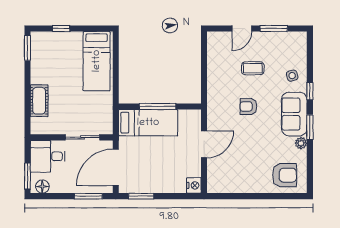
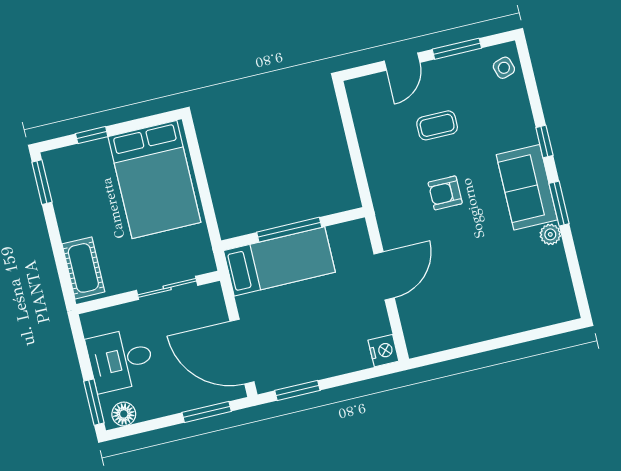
bed: (97, 61) -> (154, 179), width x1.50
side table: (292, 76) -> (504, 68), moved
wall: (72, 137) -> (148, 292), moved
sliding door: (83, 137) -> (167, 288), moved
door: (116, 167) -> (242, 352), hinge flipped
armchair: (285, 175) -> (535, 296), removed

